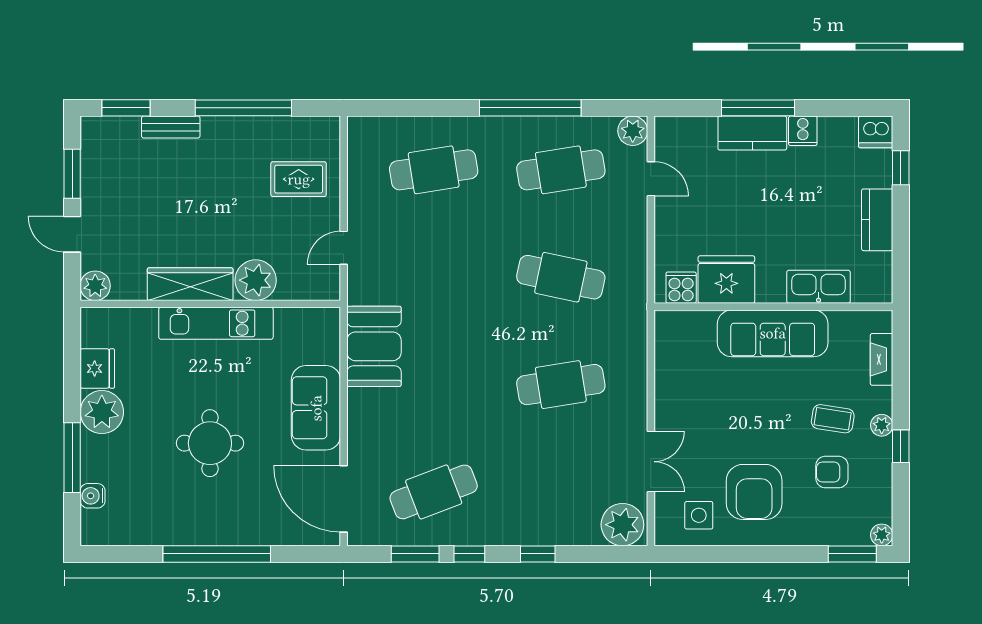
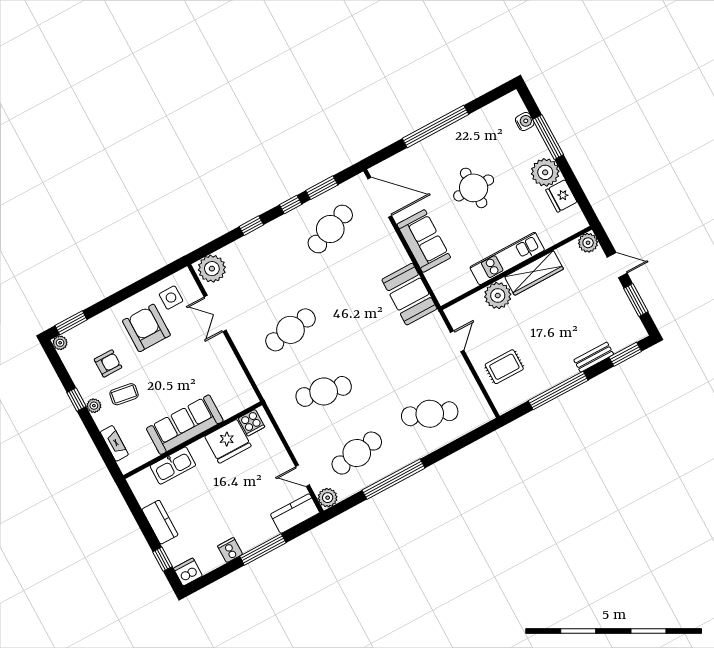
kitchen counter: (752, 133) -> (295, 513), moved
cafe table: (434, 170) -> (430, 414), turned 30

